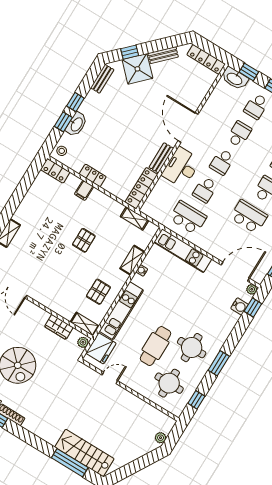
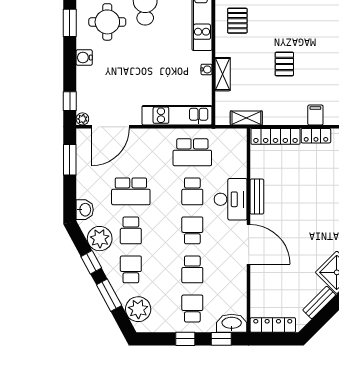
locker: (141, 188) -> (276, 136), moved, turned 90
school desk: (205, 190) -> (192, 191), turned 180
water cooler: (240, 306) -> (84, 58), moved

